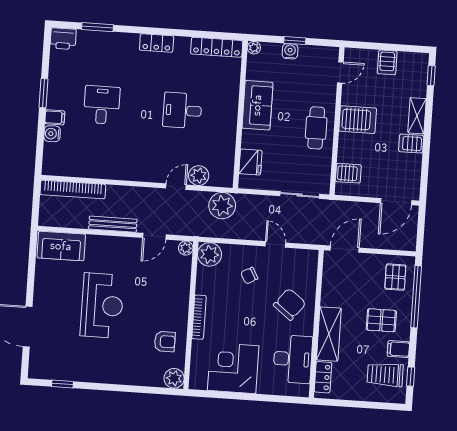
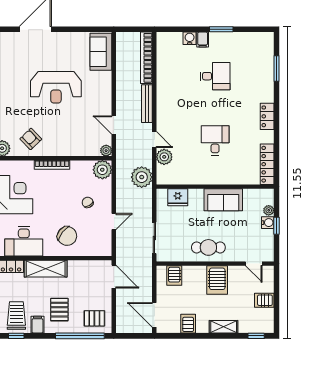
printer: (63, 39) -> (266, 42), removed
plant: (254, 48) -> (269, 210), moved
server rack: (411, 144) -> (188, 324), moved
bench: (113, 224) -> (147, 104), moved
armchair: (165, 342) -> (31, 139), turned 136

